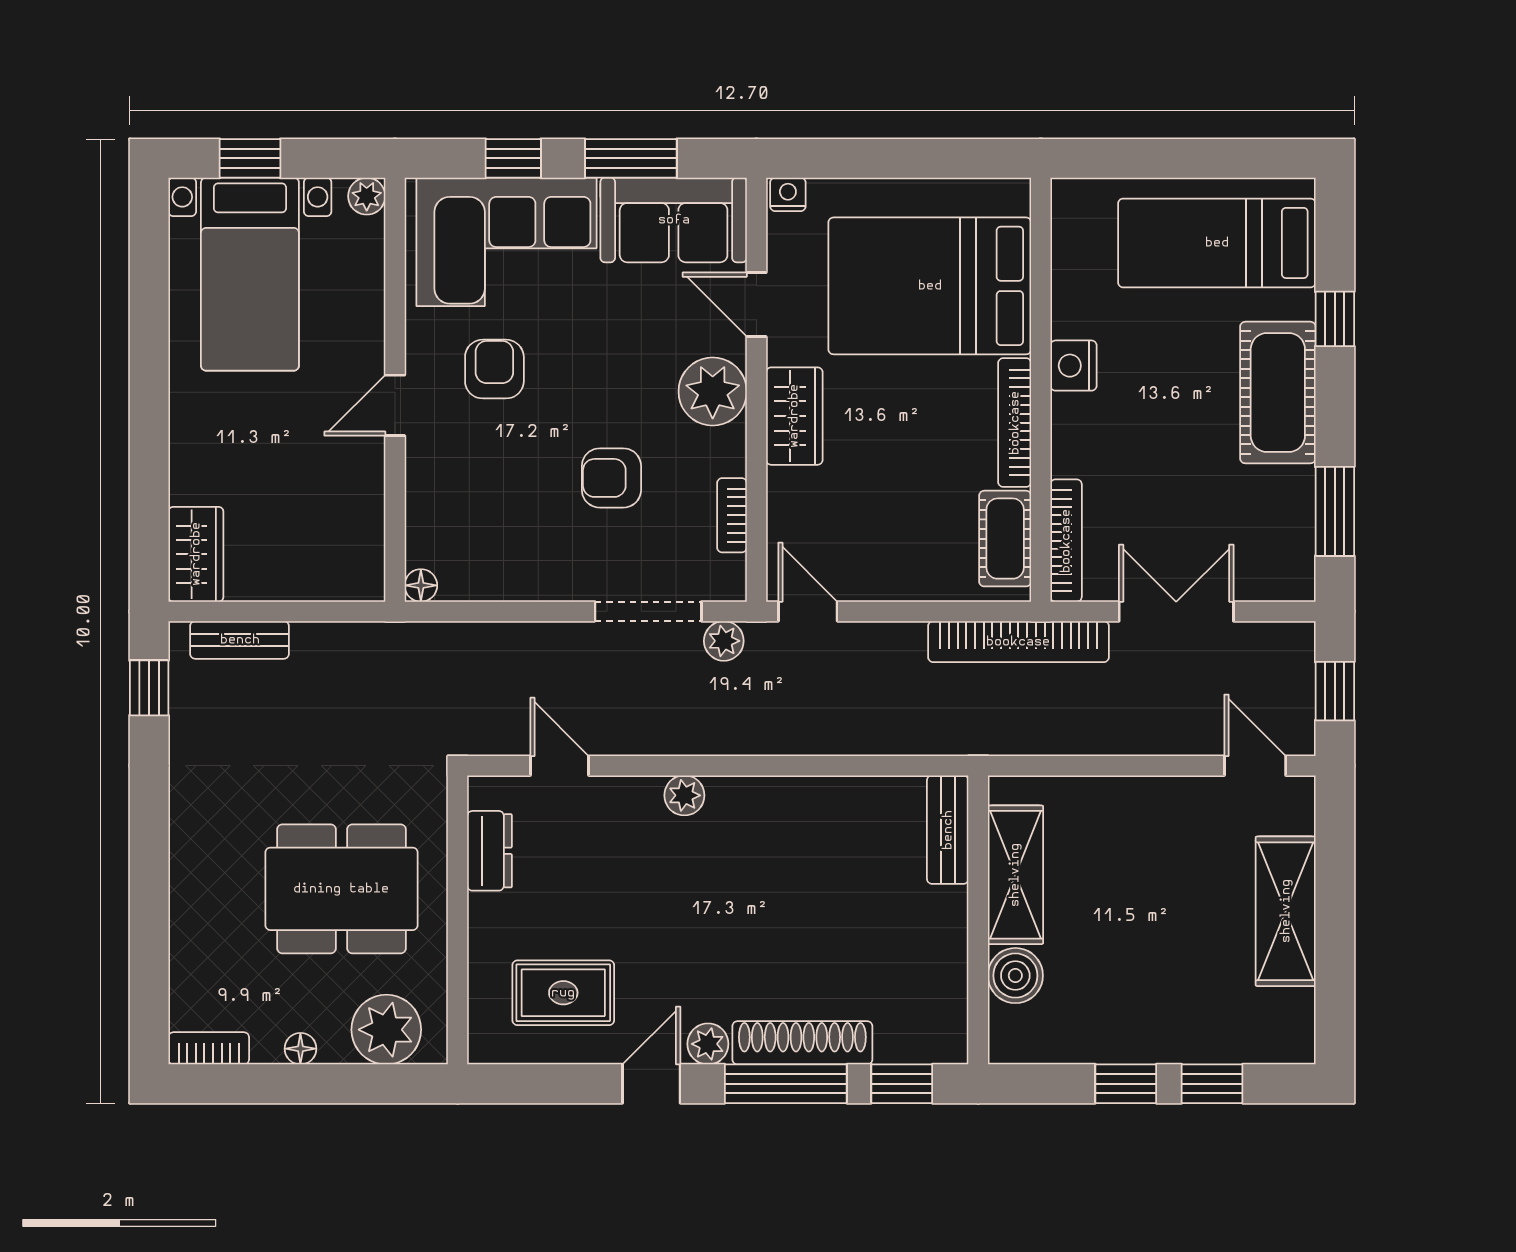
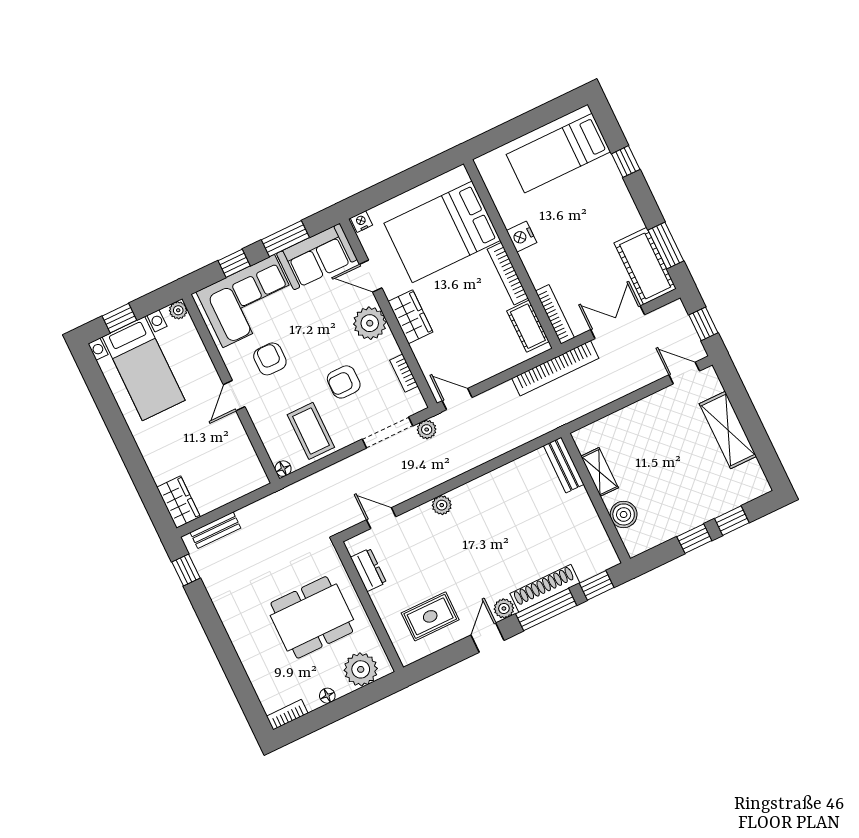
cot: (1278, 393) -> (645, 266), moved
coffee table: (507, 540) -> (311, 431), added
shelving: (1015, 875) -> (600, 472), width x0.67, depth x0.75

